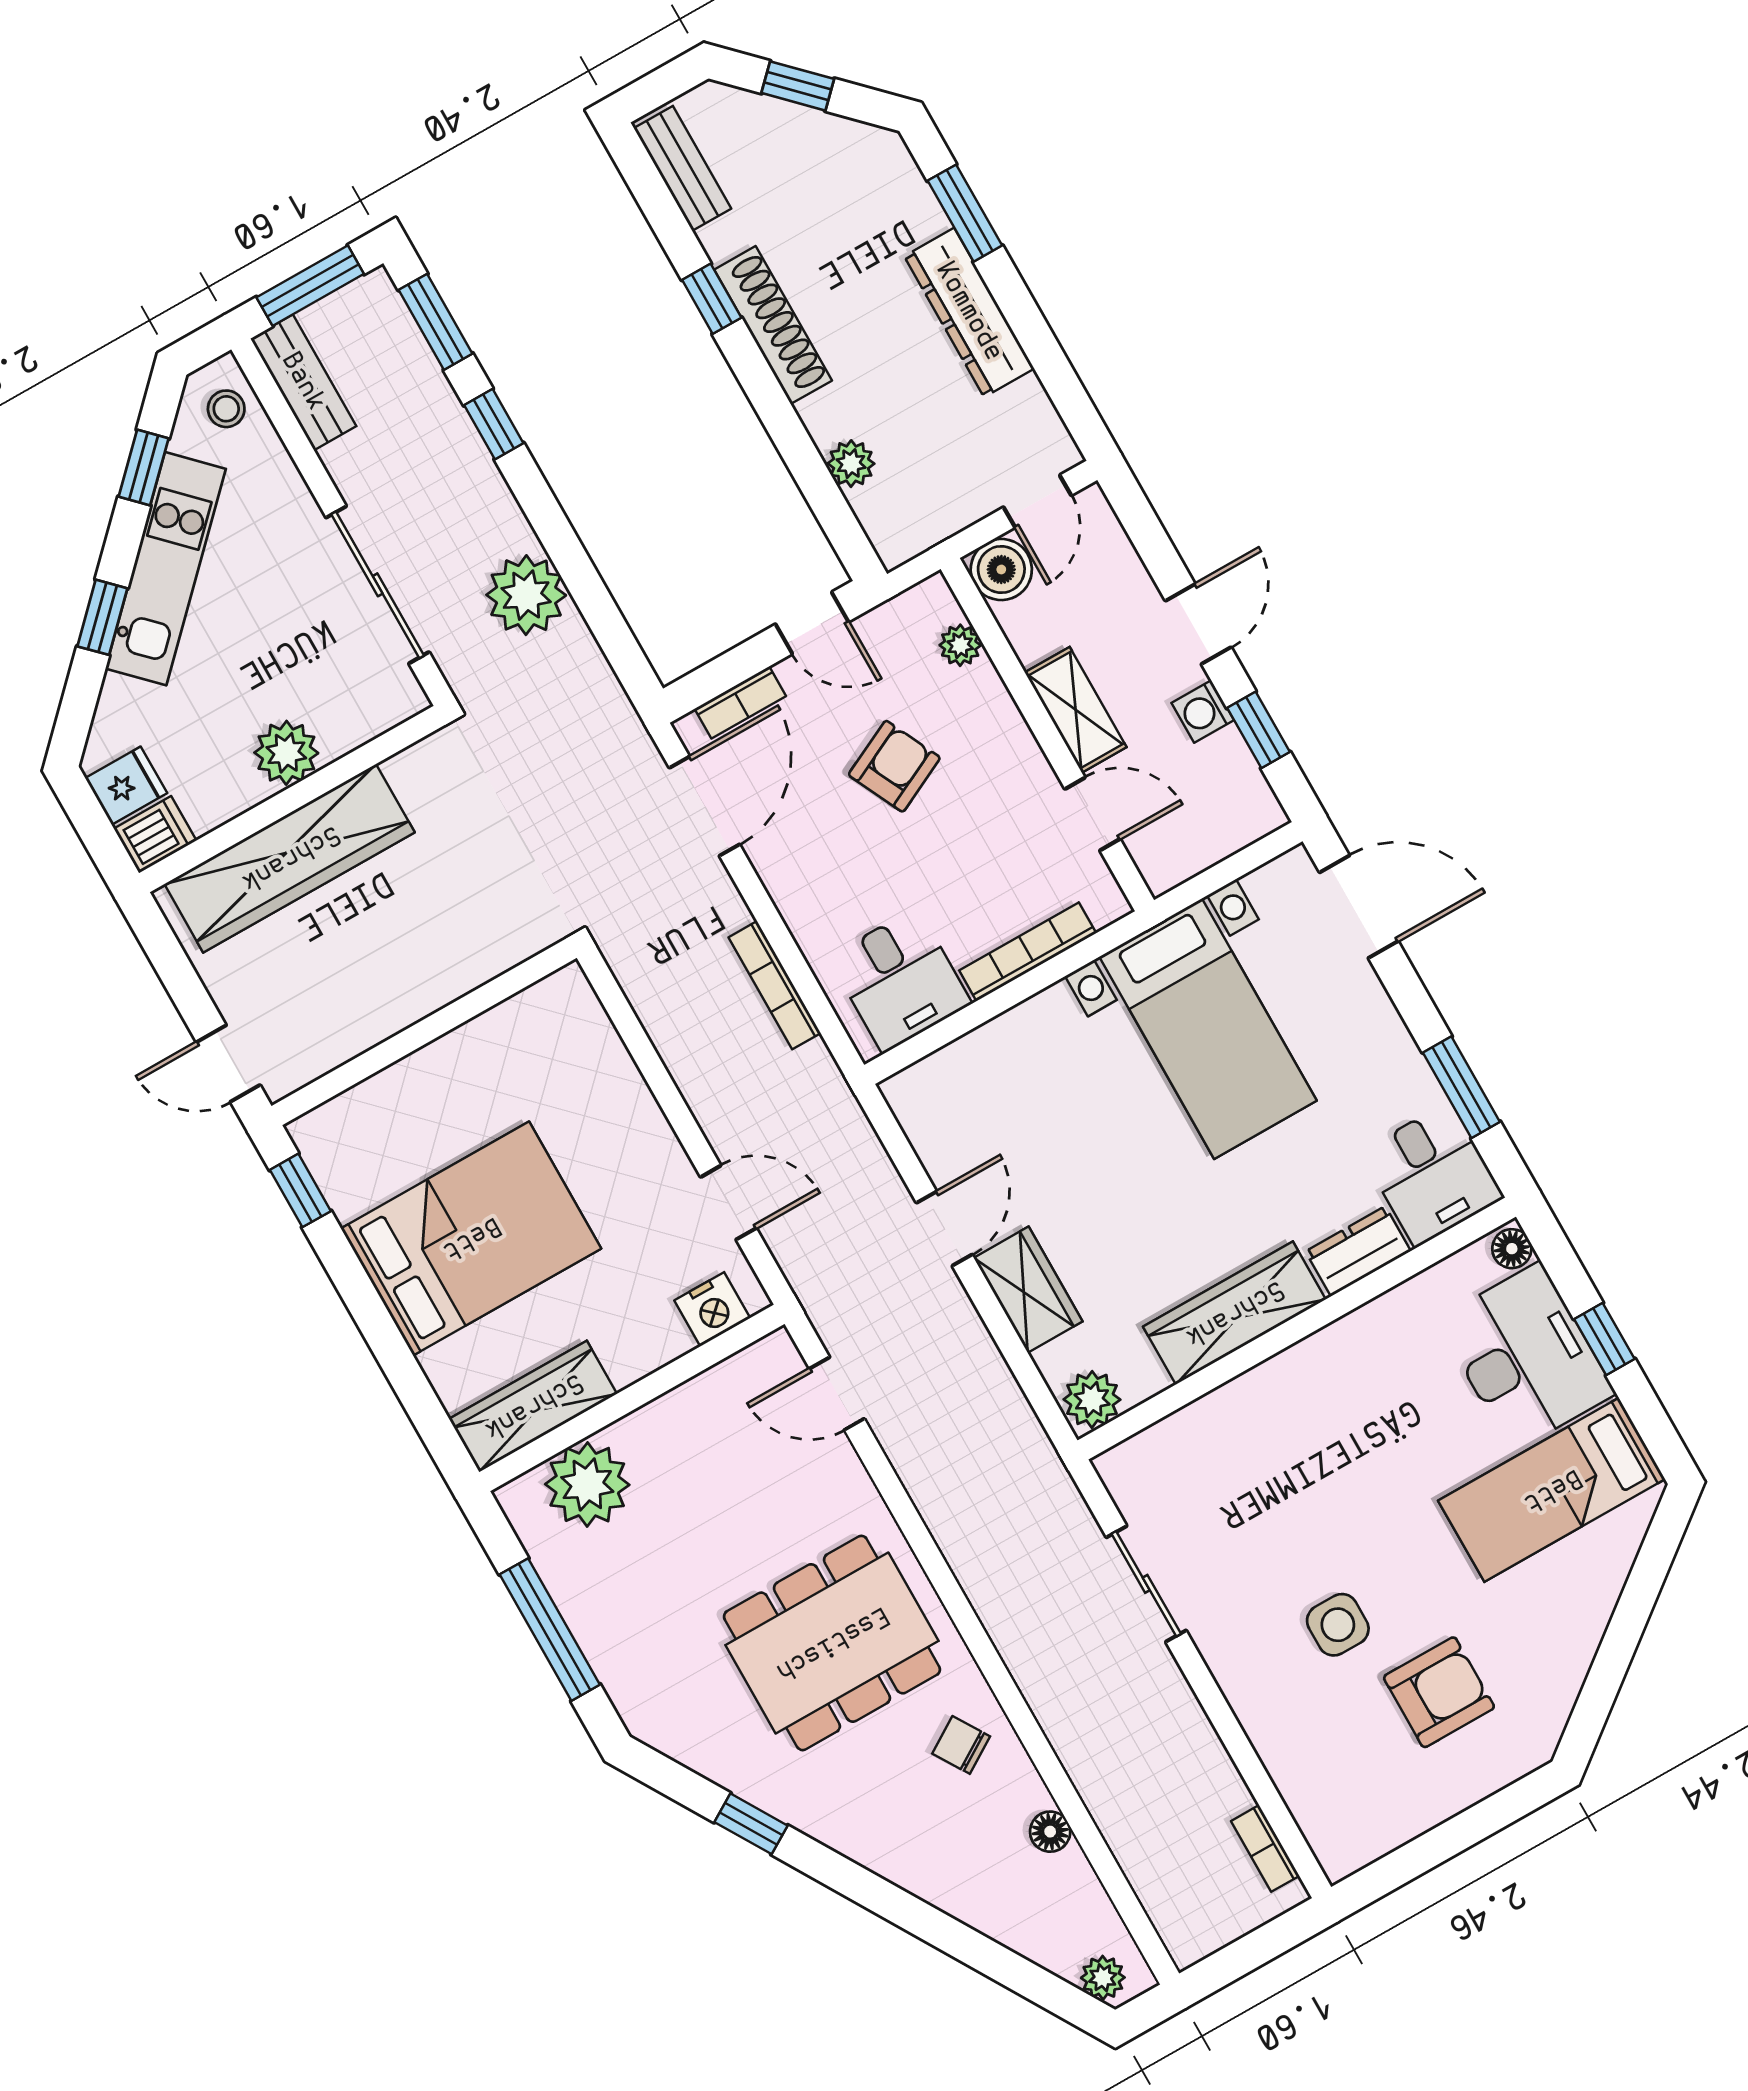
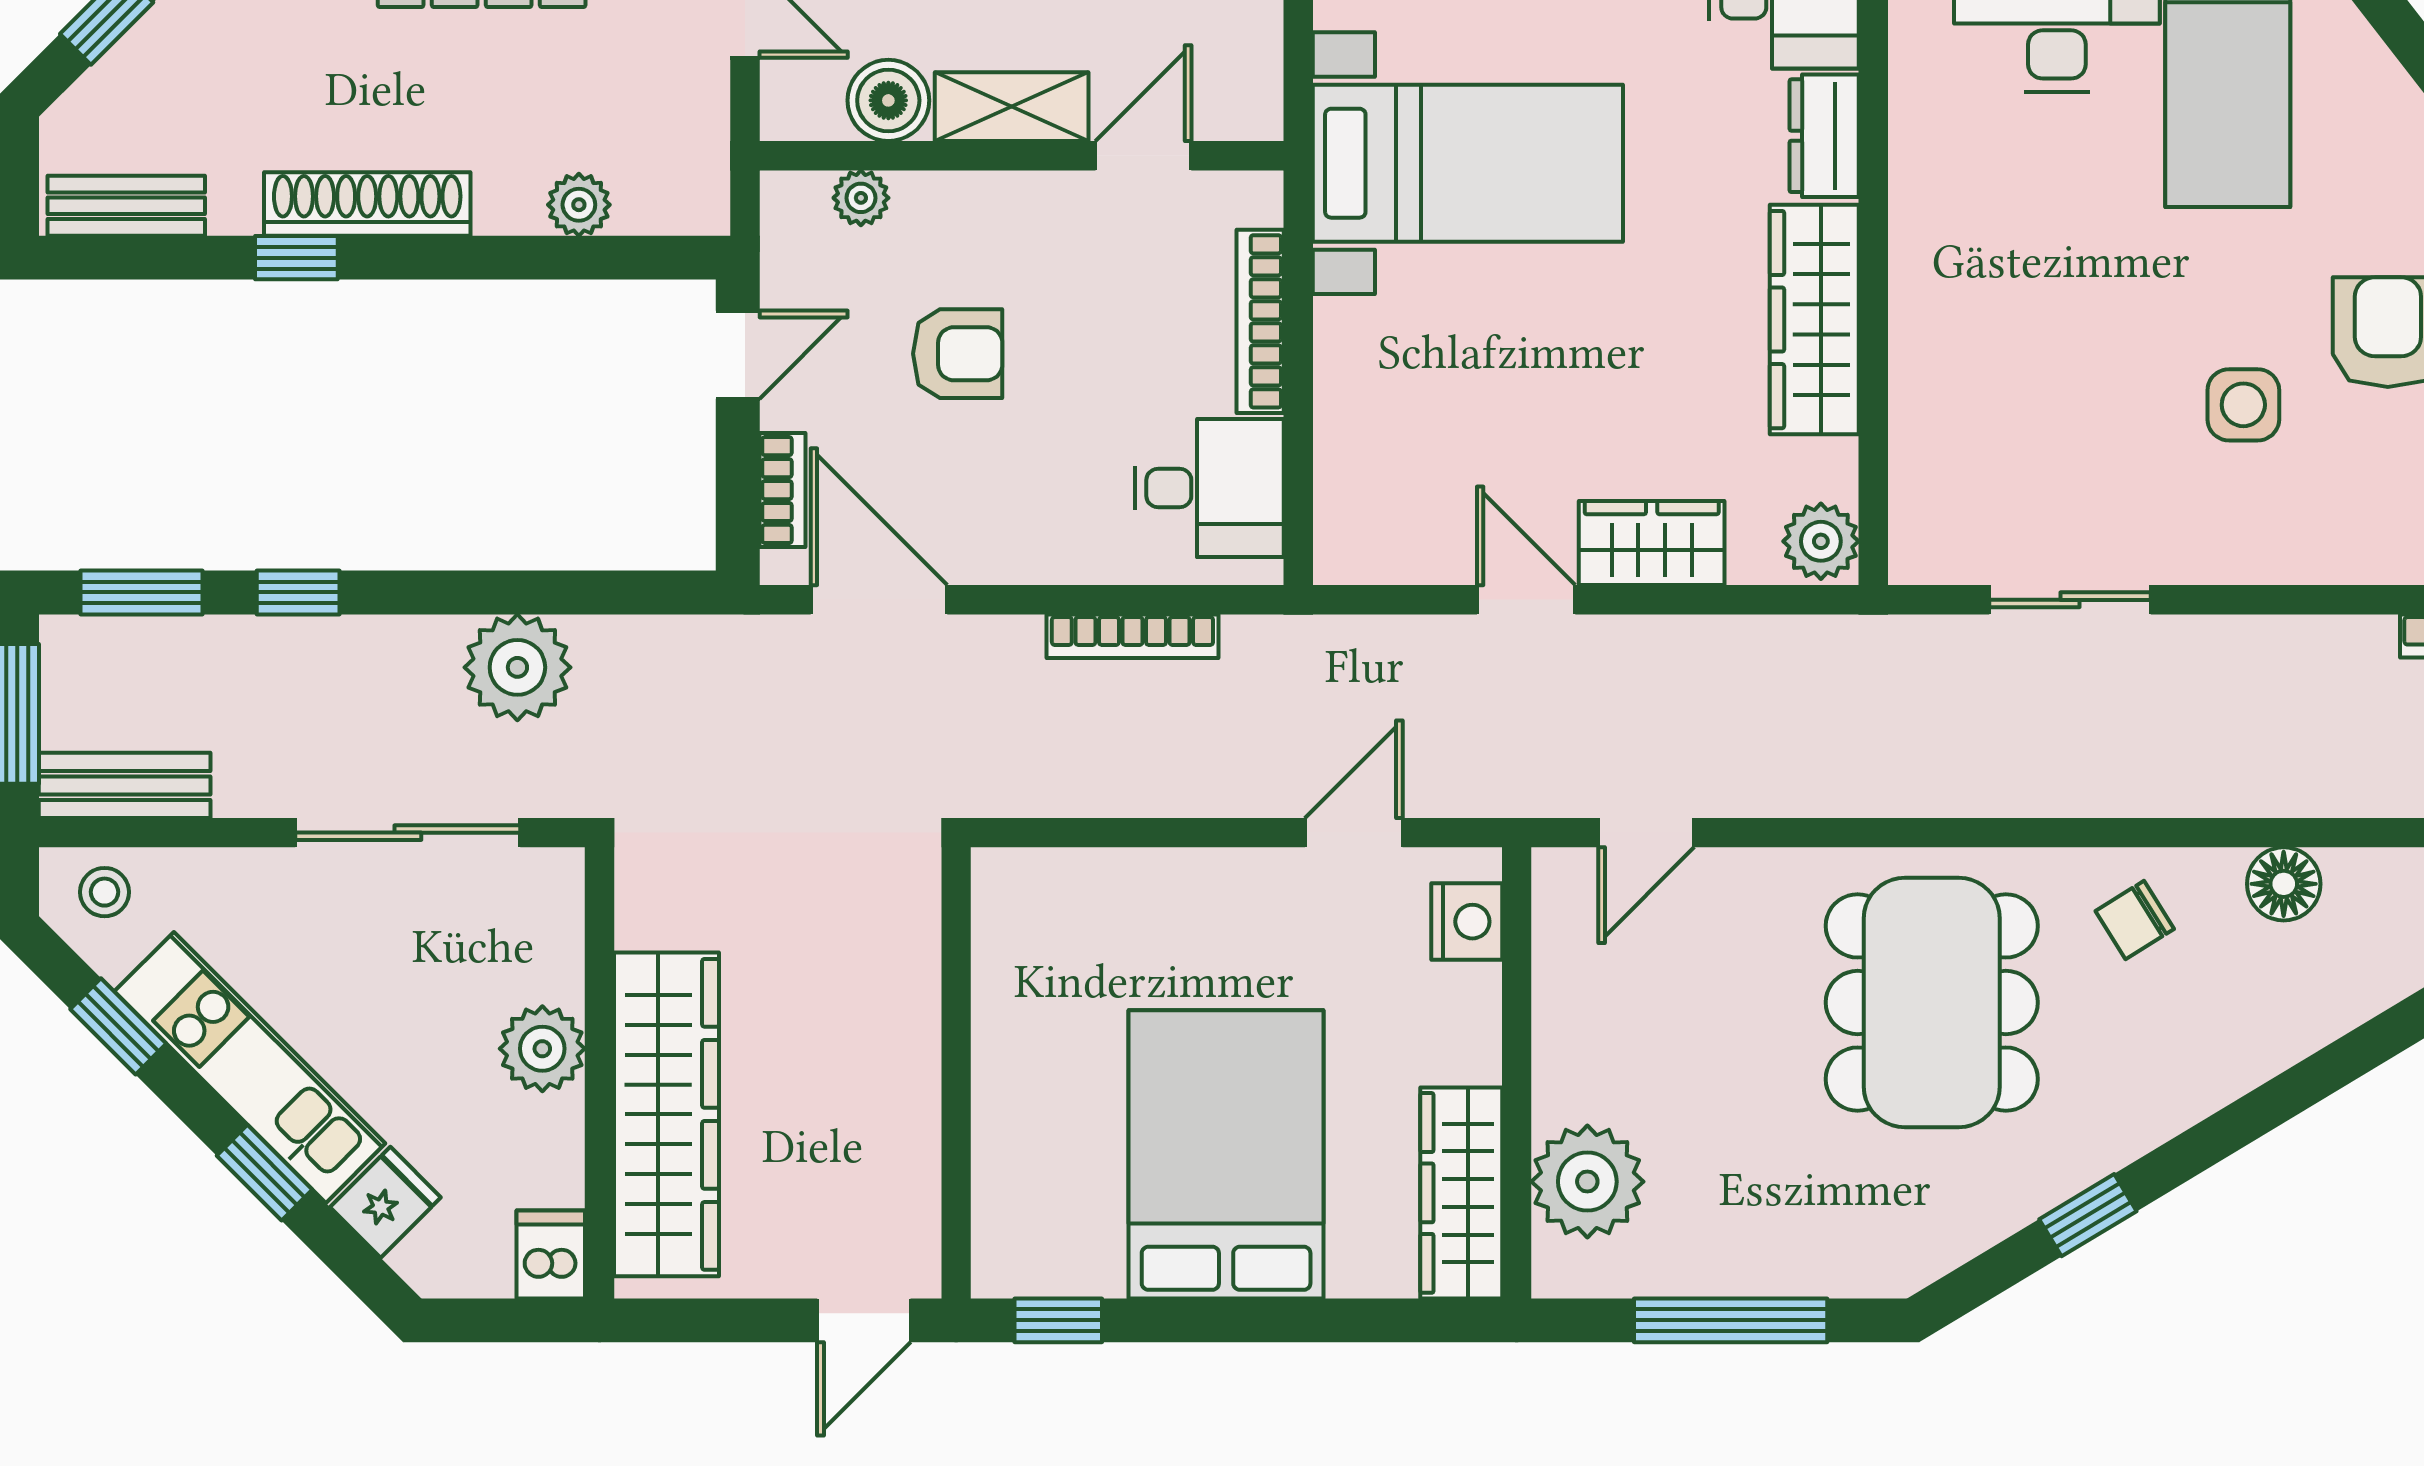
boiler: (1001, 570) -> (888, 100), moved
armchair: (894, 766) -> (958, 354), turned 116
fridge: (126, 786) -> (385, 1202), moved, turned 45
floor lamp: (1050, 1832) -> (2284, 884), width x1.37, depth x1.37

